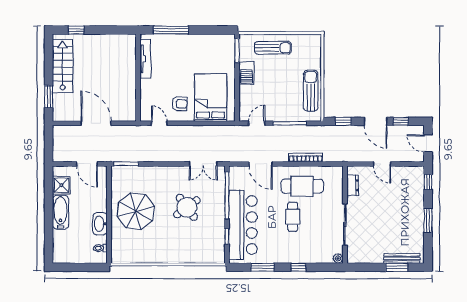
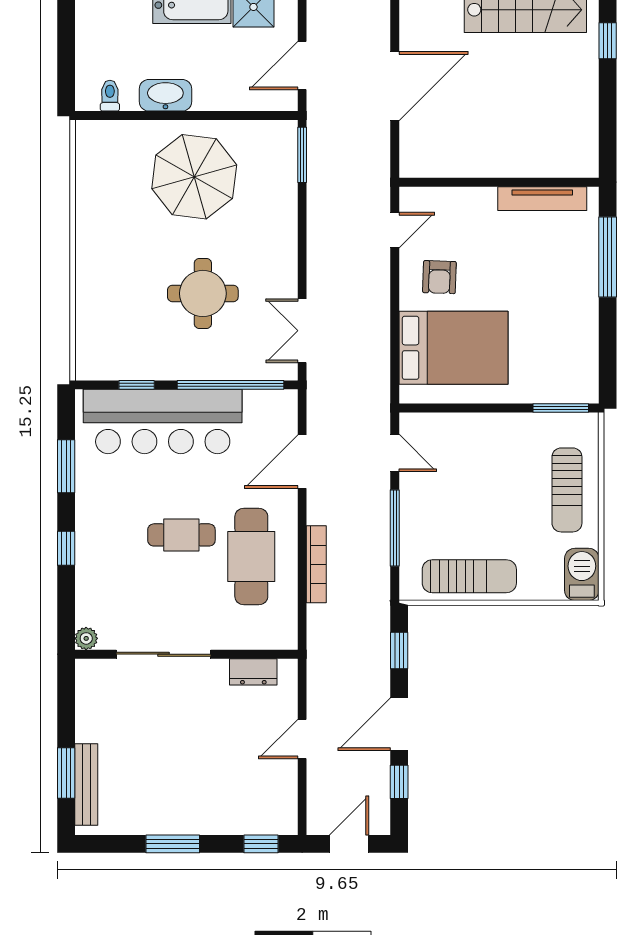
barbecue: (246, 73) -> (582, 574), moved, turned 90
round table: (187, 207) -> (203, 293), turned 36

